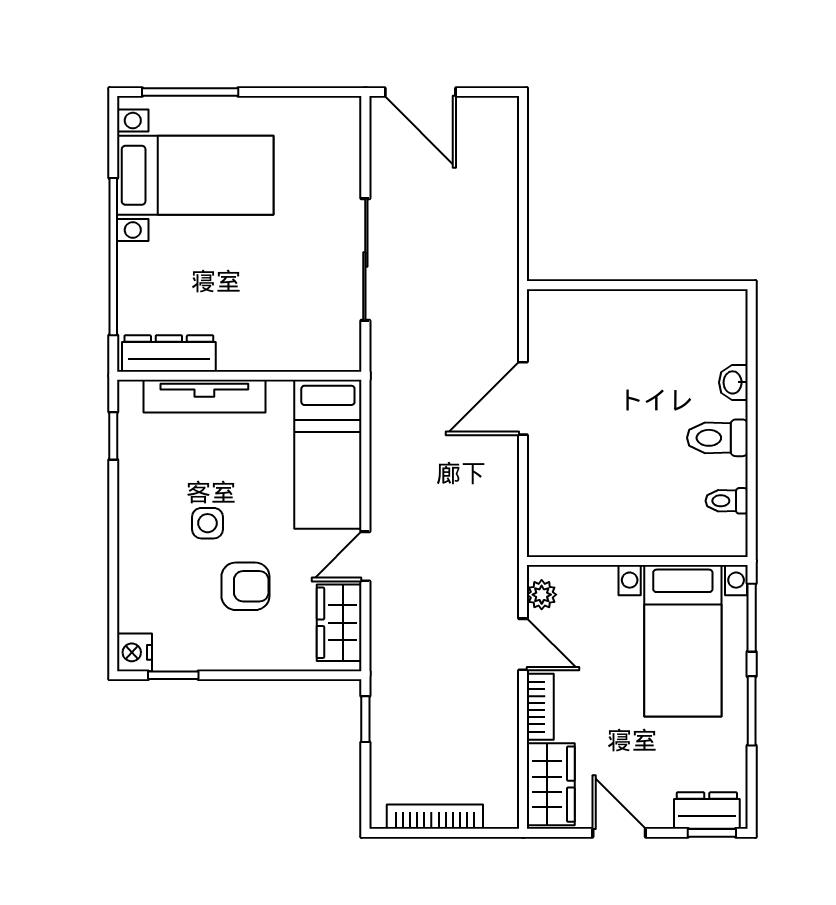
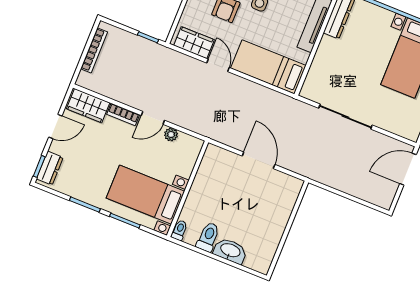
washbasin: (733, 382) -> (230, 251), width x1.91, depth x1.45
wall: (637, 561) -> (188, 189), moved
bed with nightstands: (683, 641) -> (145, 195), moved

